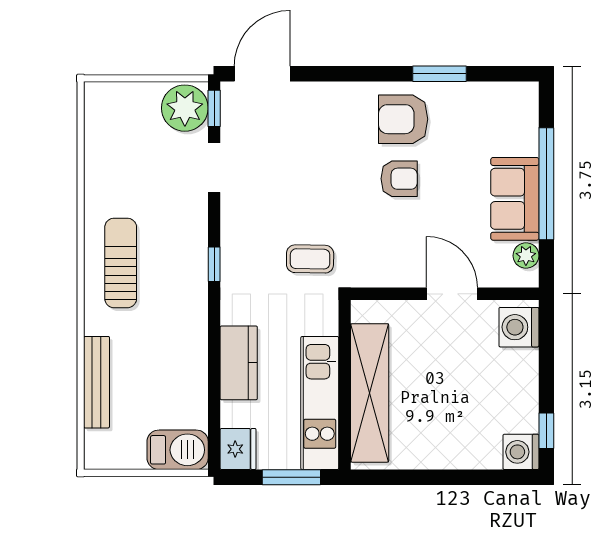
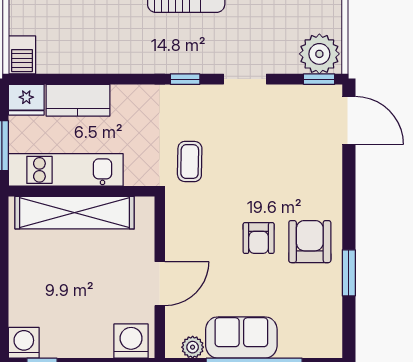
doorway: (214, 168) -> (245, 79), moved
kitchen counter: (239, 363) -> (78, 100), moved
barbecue: (178, 450) -> (22, 55), width x0.73, depth x0.79

